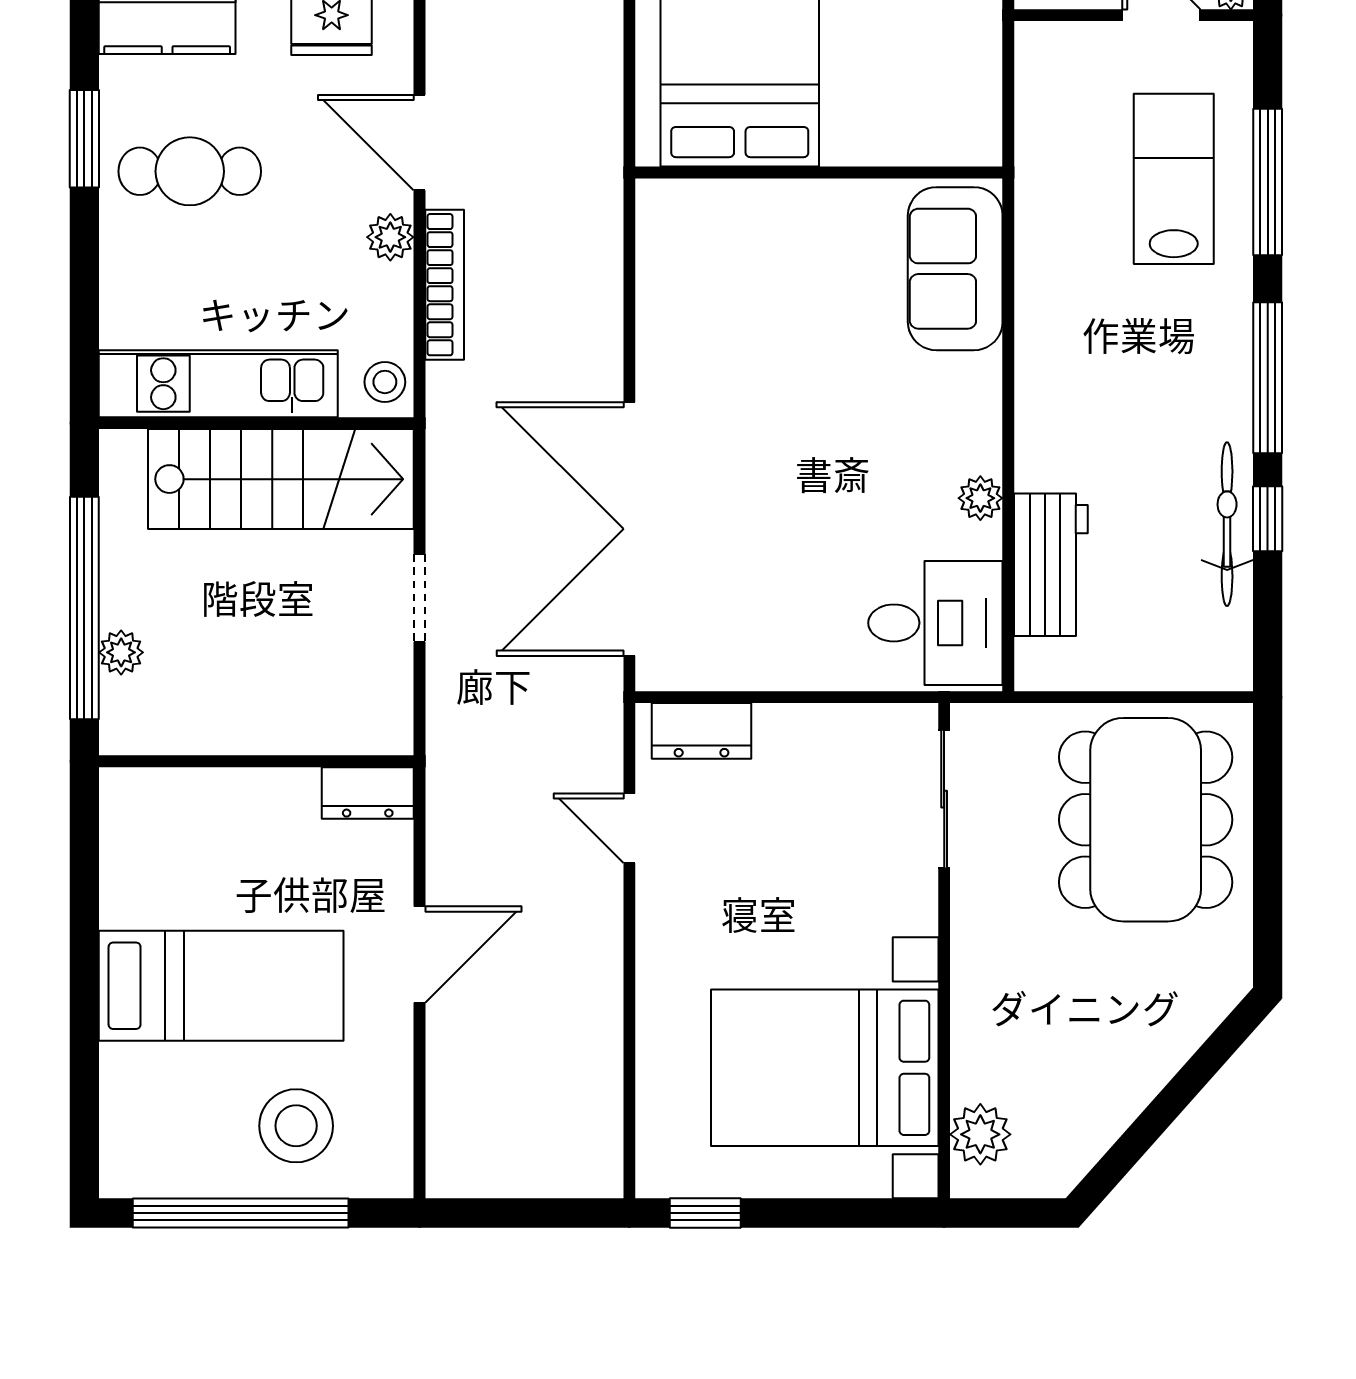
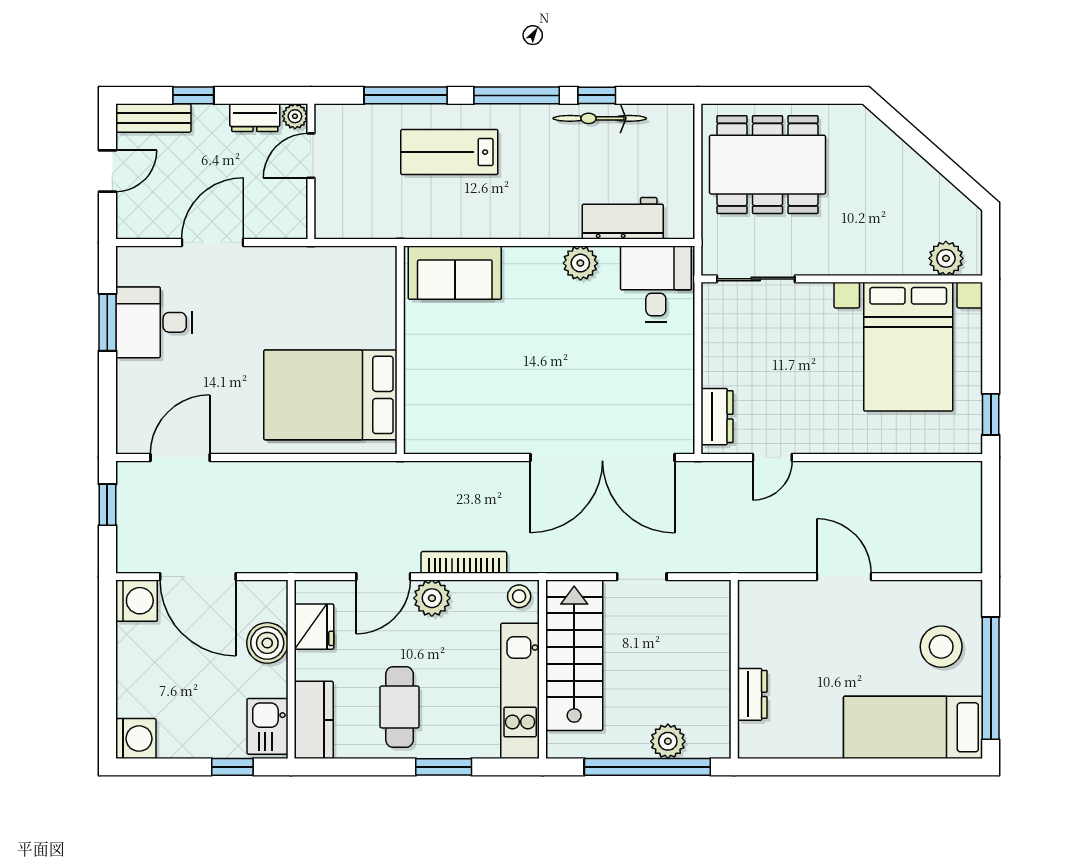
window: (84, 139) -> (444, 767), moved
lab bench: (1174, 179) -> (449, 152), moved
plant: (390, 237) -> (432, 598), width x1.38, depth x1.38
plant: (980, 498) -> (580, 263), width x1.38, depth x1.38
plant: (121, 652) -> (668, 741), width x1.38, depth x1.38
dresser: (368, 793) -> (752, 694), moved
bed: (221, 986) -> (913, 727), moved, turned -90

